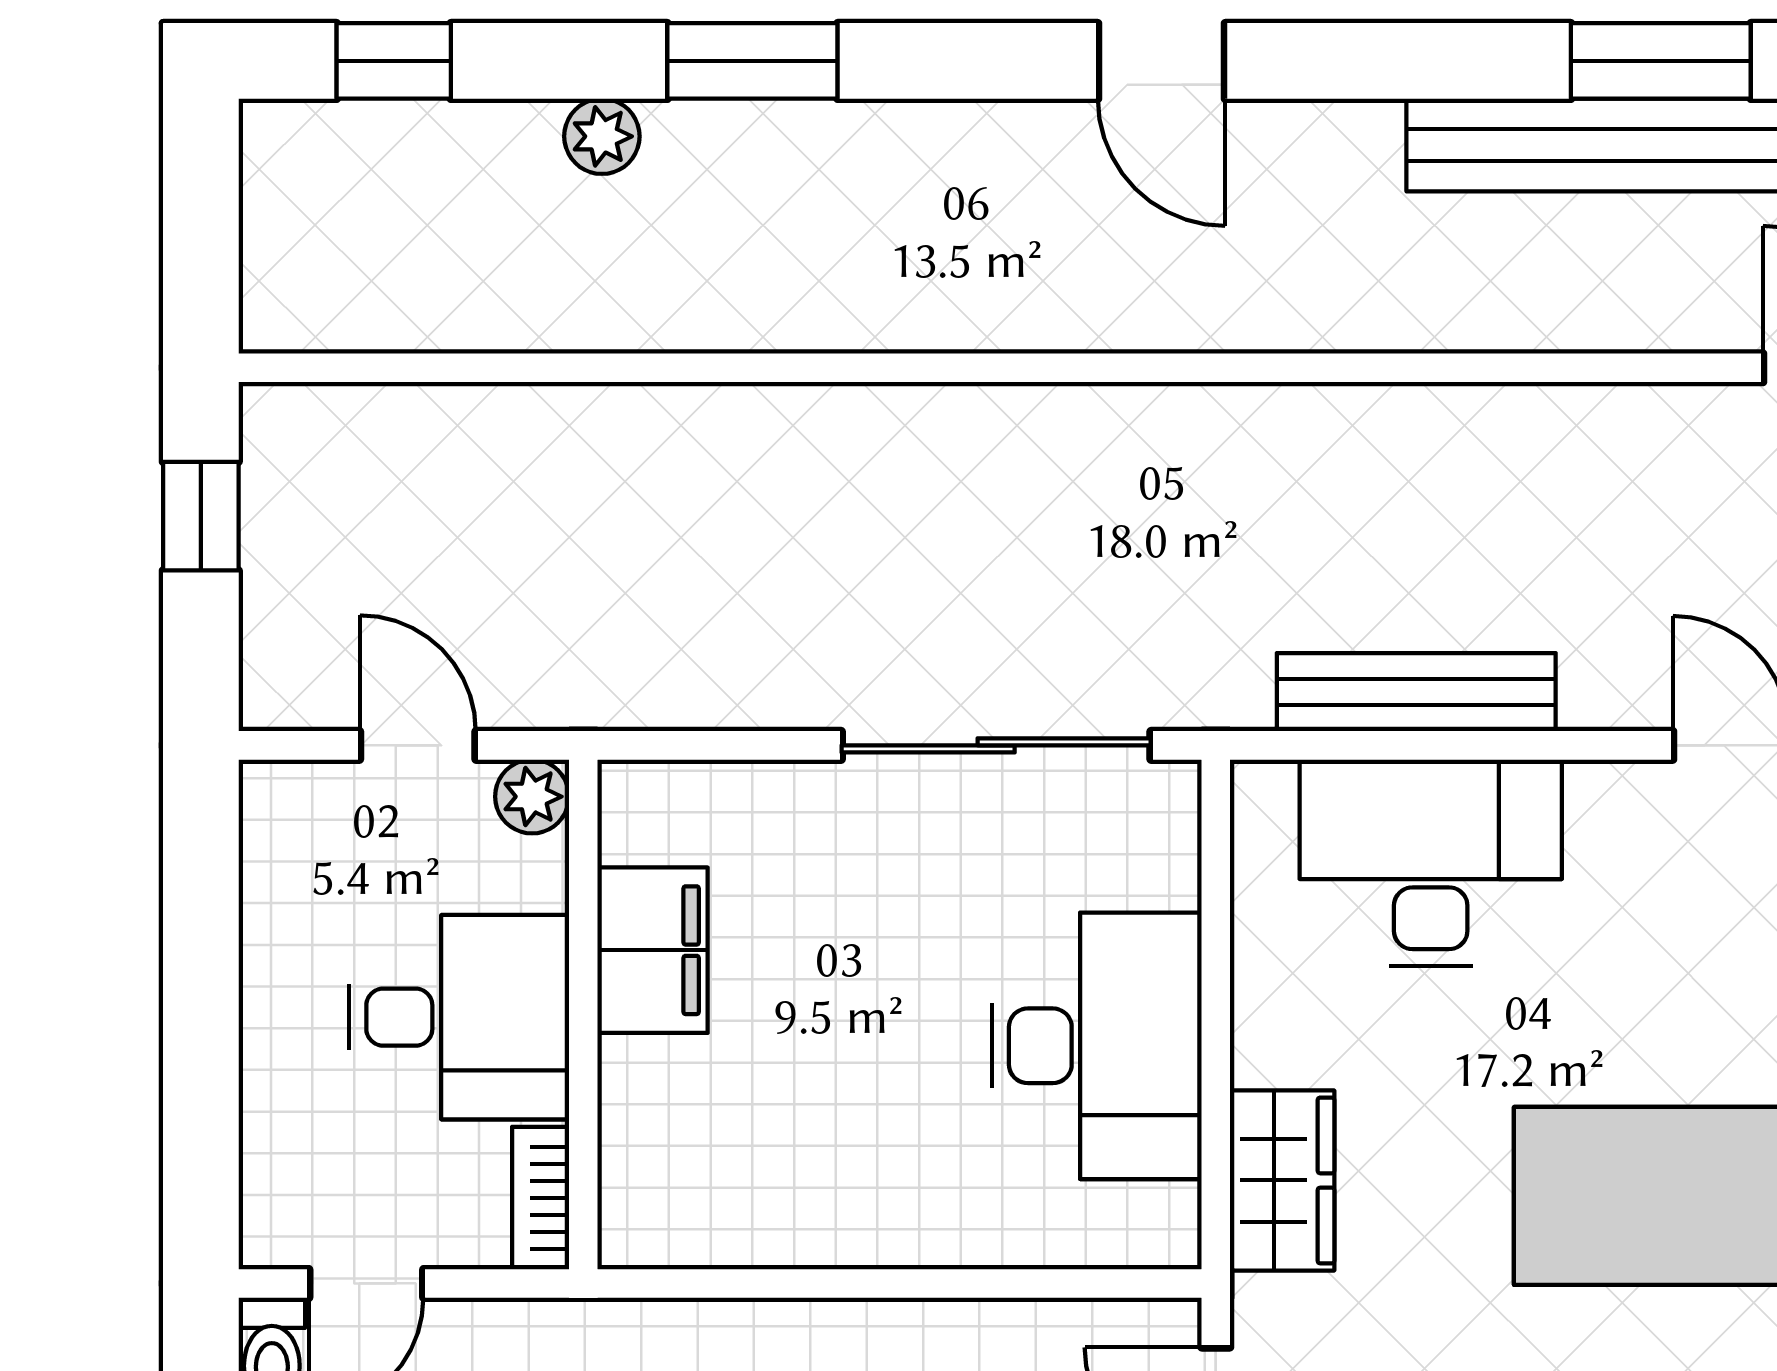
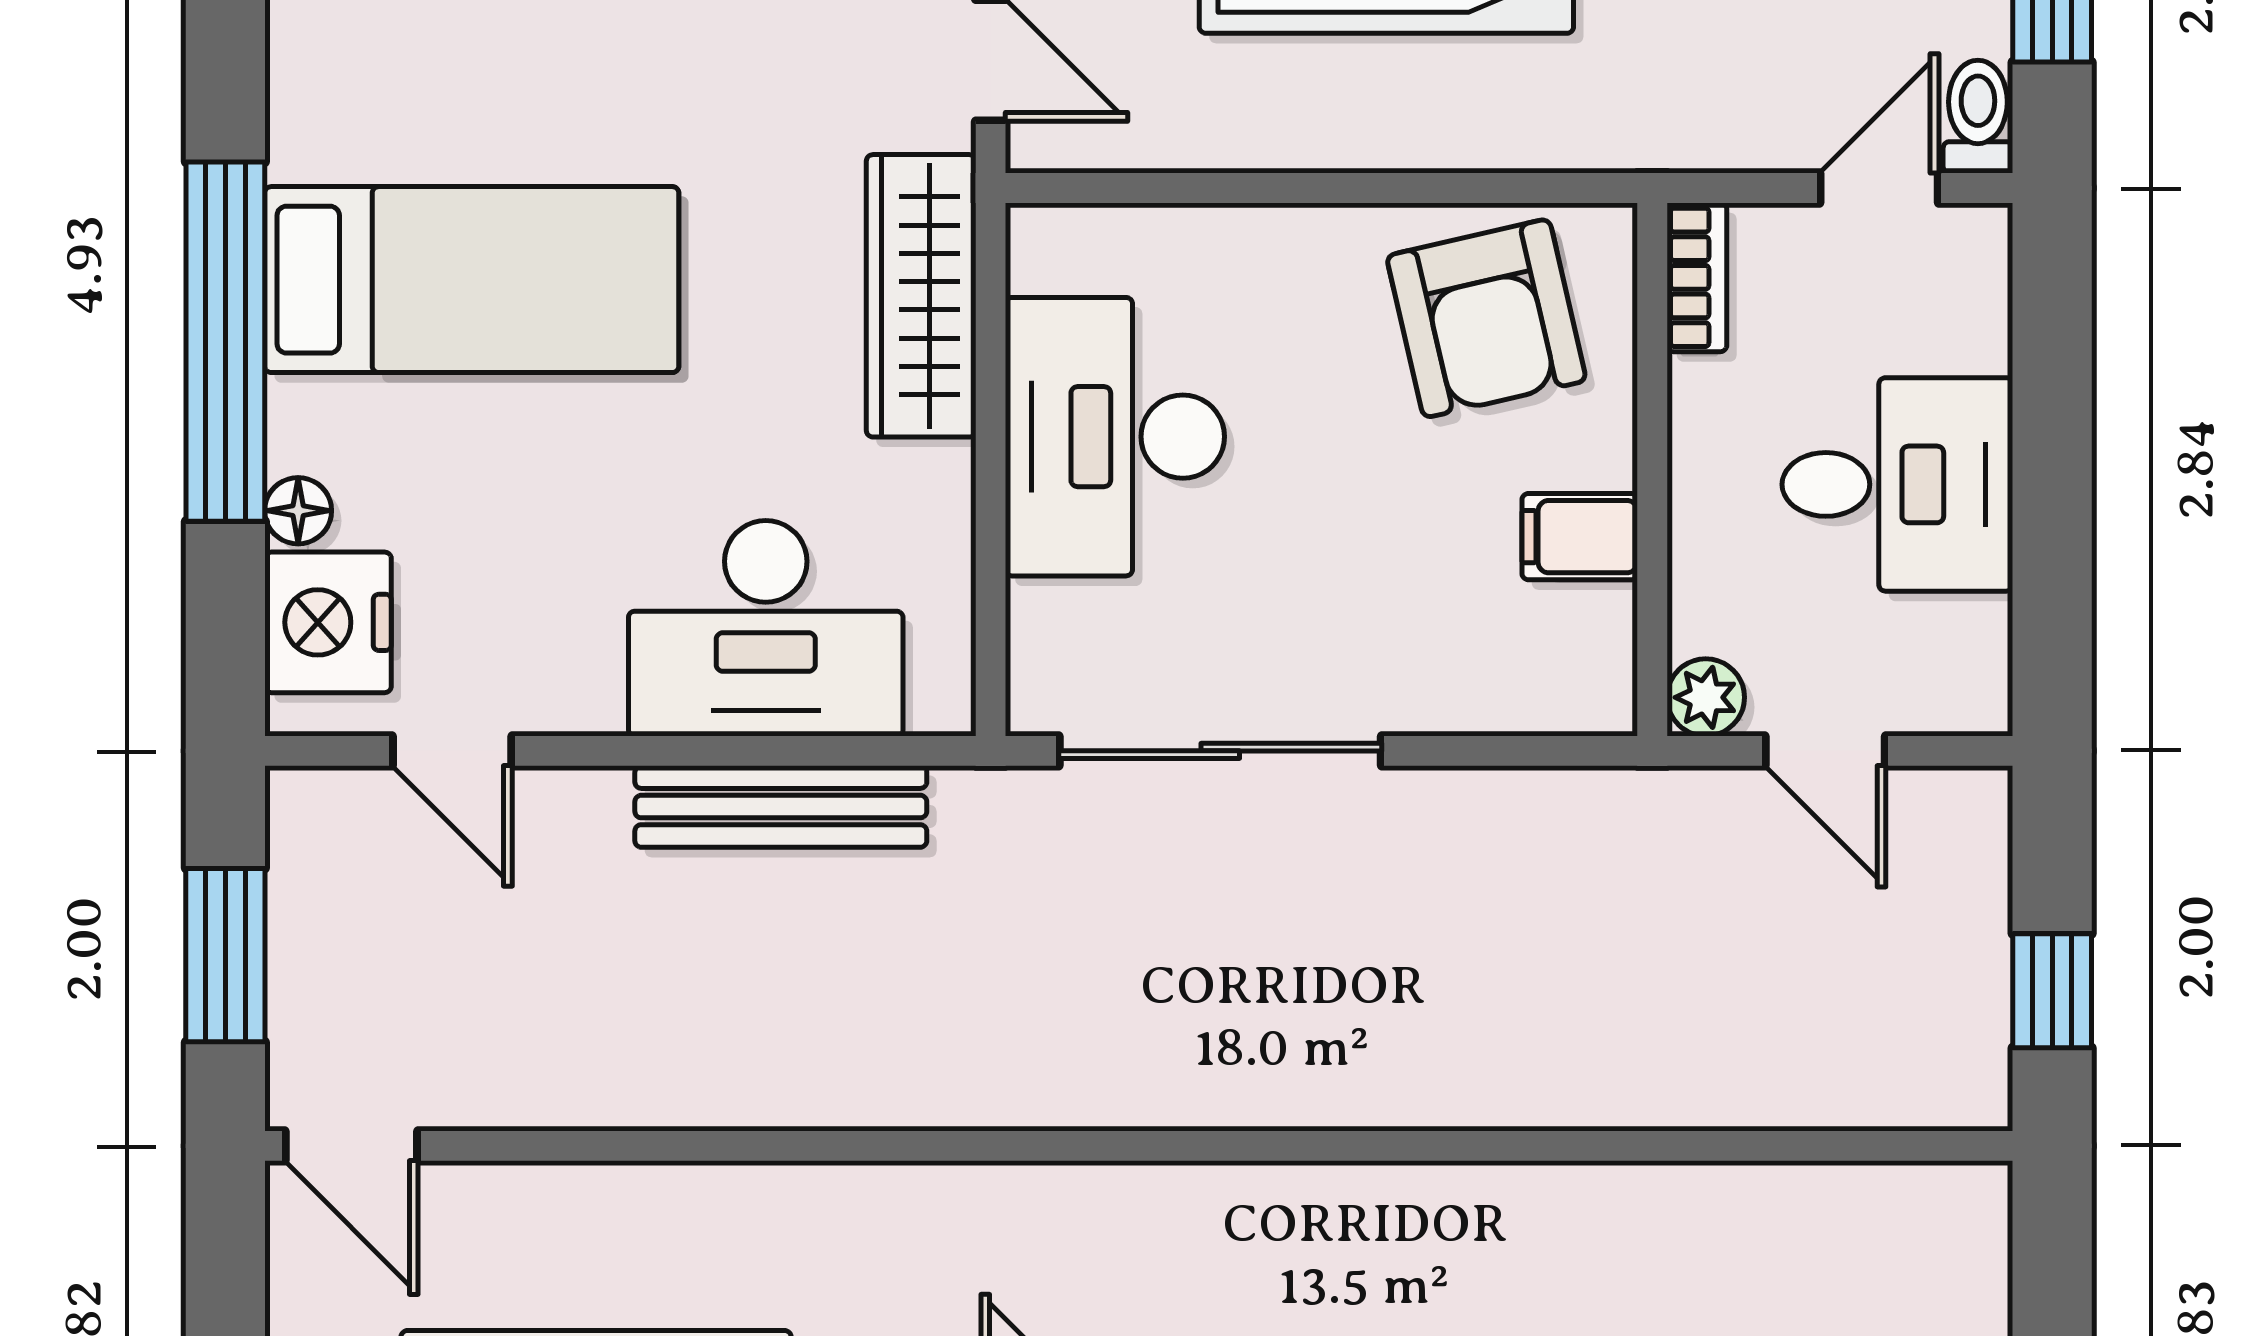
filing cabinet: (653, 950) -> (1580, 537), width x0.50
desk: (459, 1017) -> (1897, 484), moved, turned 180
armchair: (742, 1159) -> (1486, 318), added
wardrobe: (1282, 1180) -> (921, 296), width x1.50

